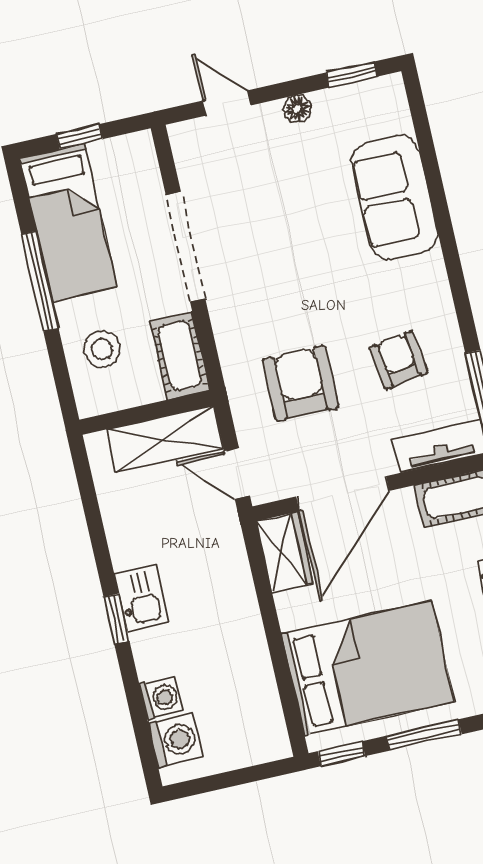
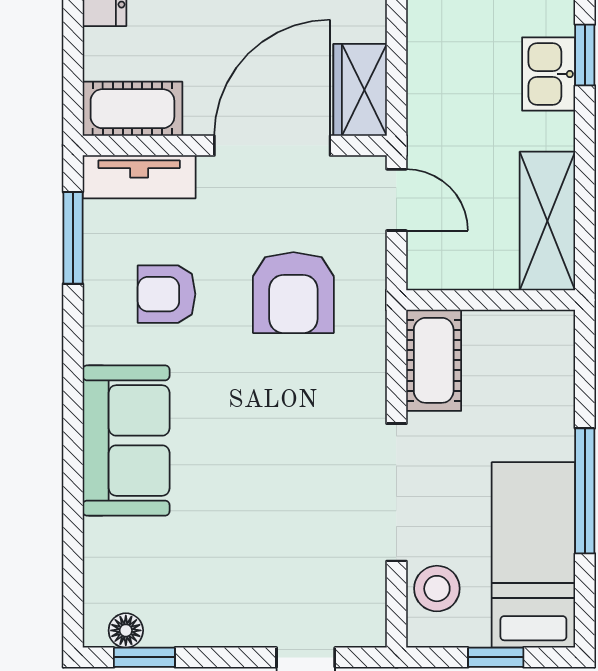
floor lamp: (297, 109) -> (126, 630), moved
sofa: (395, 198) -> (126, 440), moved
stool: (102, 349) -> (437, 589), moved
armchair: (399, 360) -> (167, 294), turned 99
shelving: (165, 439) -> (547, 221), moved, turned 90

